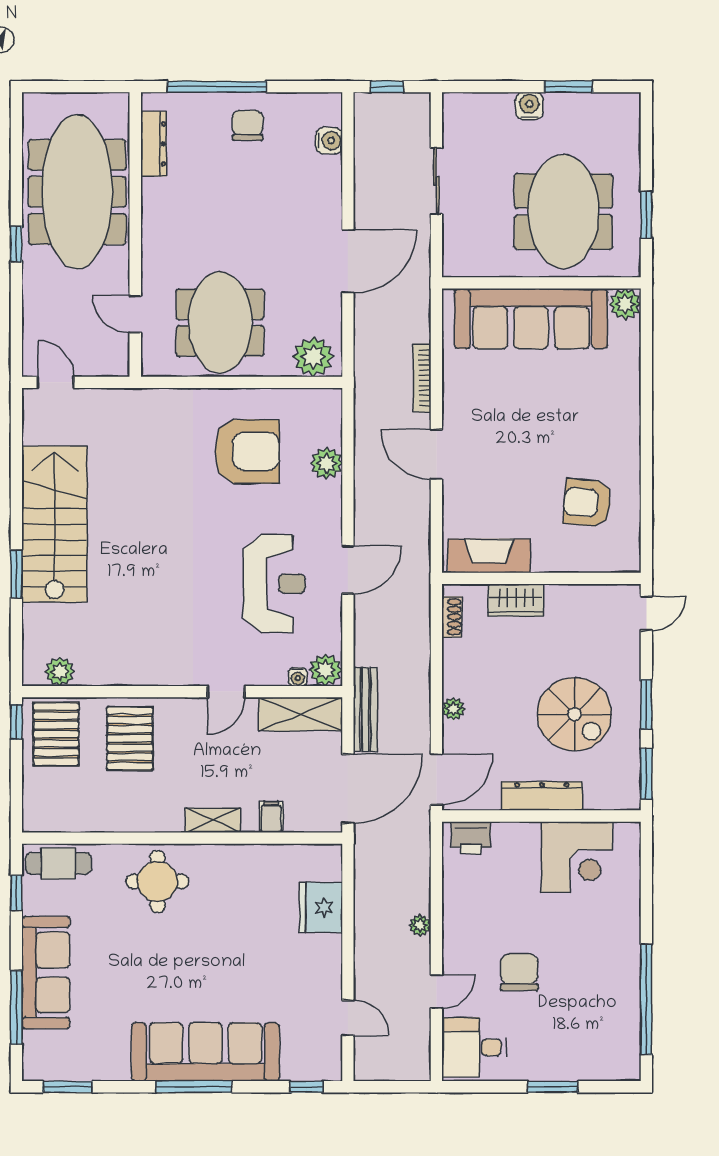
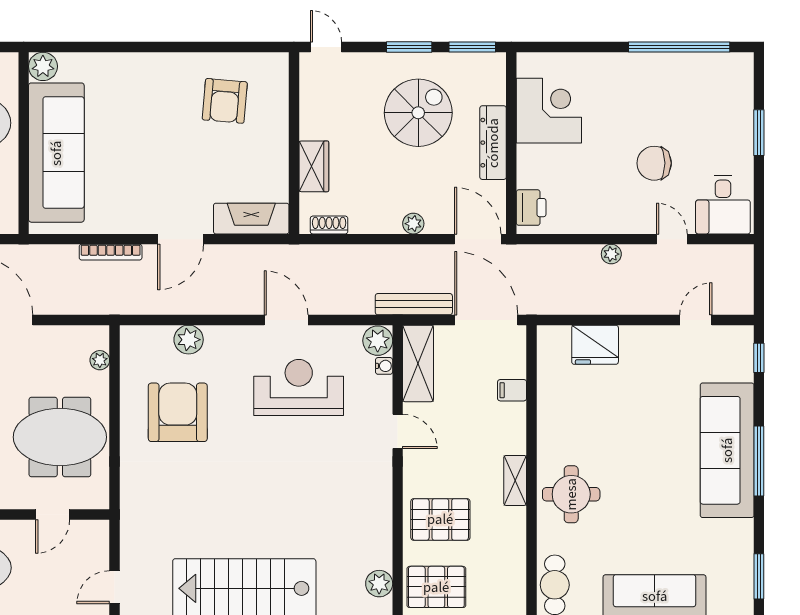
plant: (313, 357) -> (100, 360), width x0.53, depth x0.53
fireplace: (489, 556) -> (251, 219), moved, turned 90
shelving: (213, 820) -> (515, 480), moved

